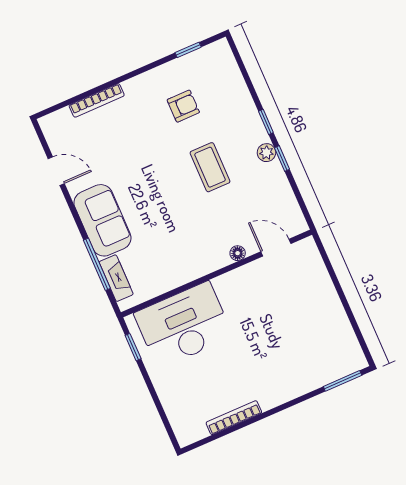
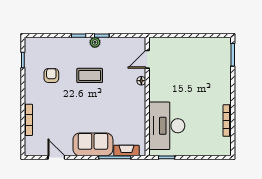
door: (56, 171) -> (56, 157), hinge flipped

